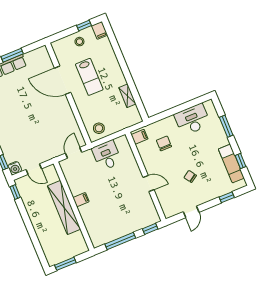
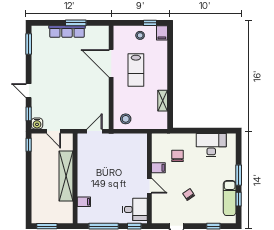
window: (226, 126) -> (239, 175), moved
filing cabinet: (139, 137) -> (158, 168), moved
desk: (107, 155) -> (135, 209), moved, turned 90
filing cabinet: (81, 200) -> (84, 202), moved

